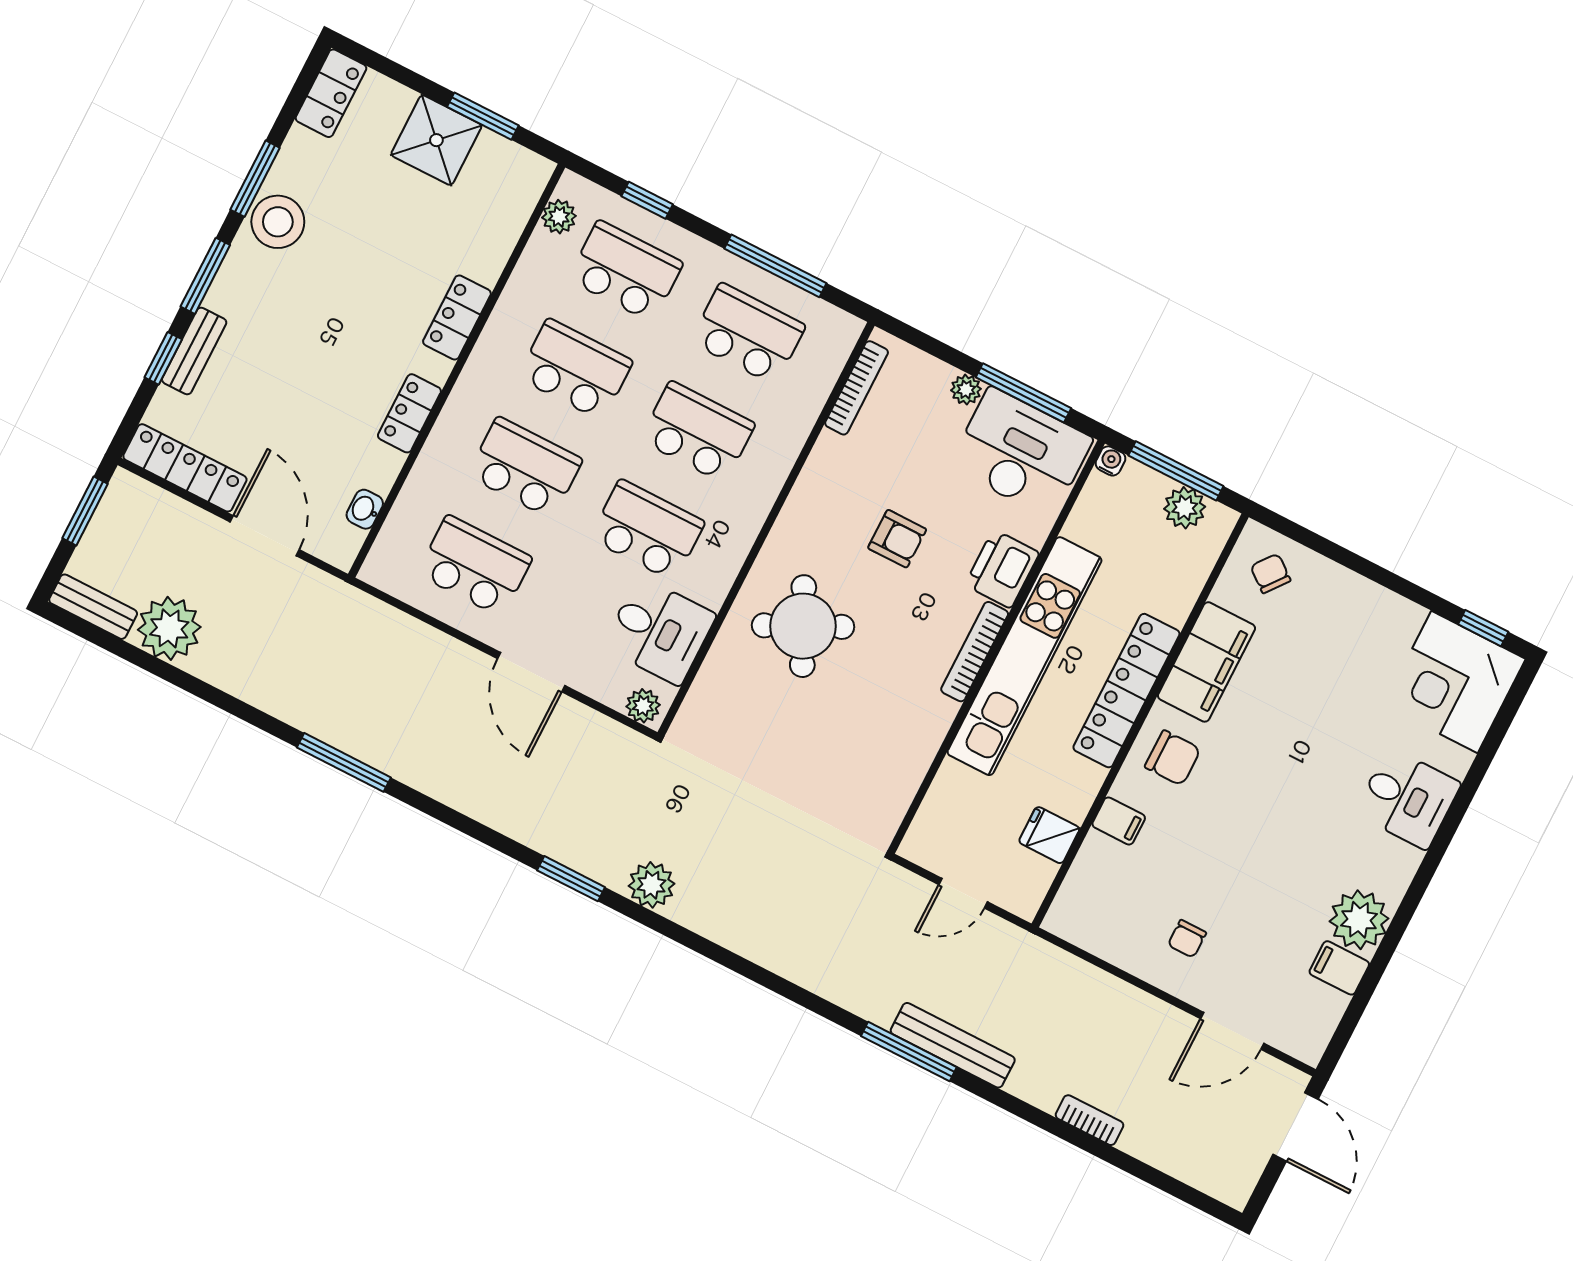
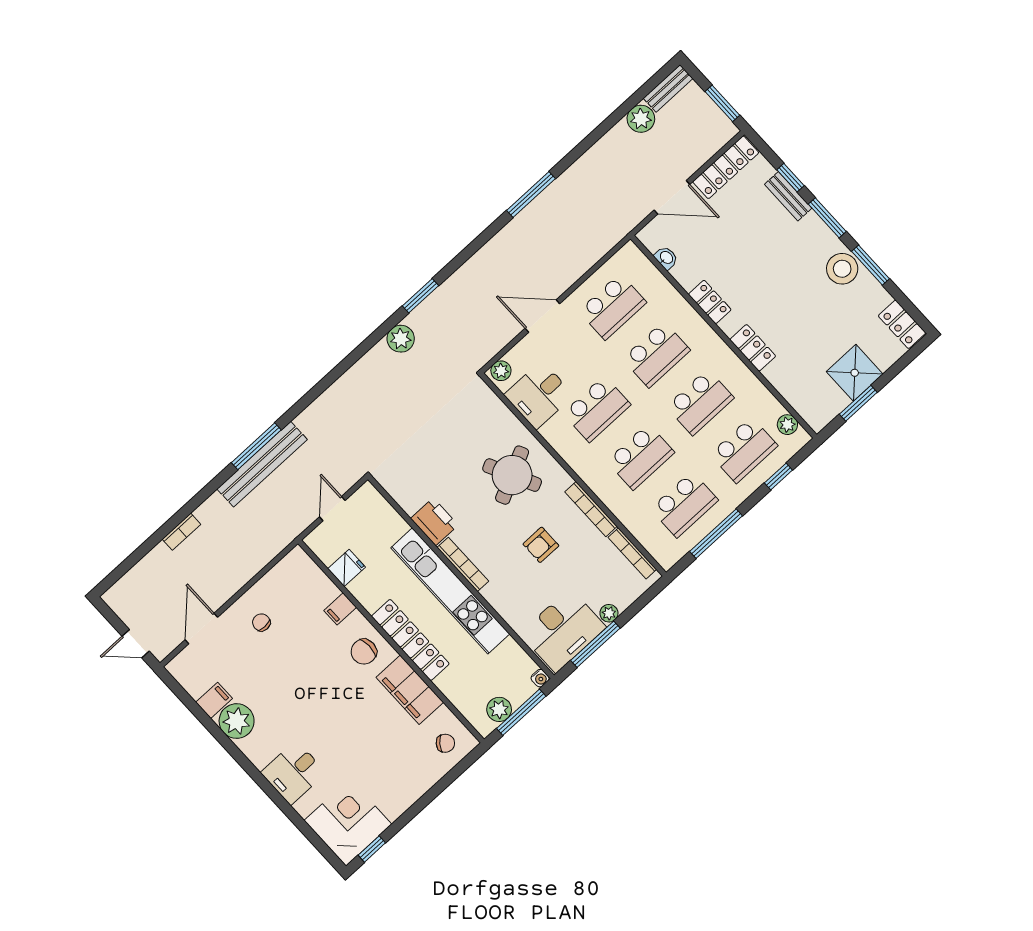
bookcase: (810, 480) -> (591, 509), added
printer: (1002, 569) -> (434, 522), moved
plant: (169, 628) -> (641, 119), width x0.73, depth x0.73
bench: (953, 1045) -> (262, 464), width x1.37, depth x1.21
door: (1296, 1127) -> (136, 644), width x0.73

